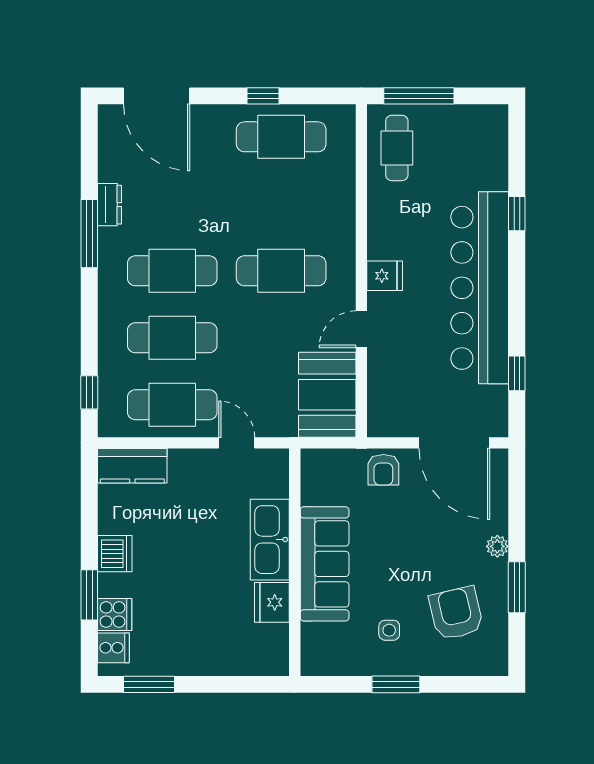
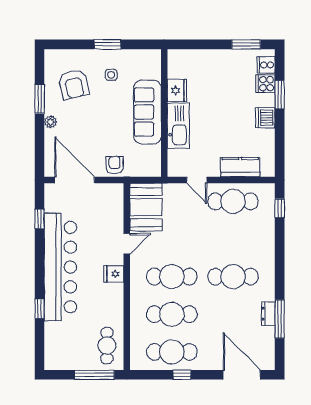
window: (89, 234) -> (280, 319), moved
cafe table: (172, 338) -> (172, 314), moved
kitchen counter: (132, 466) -> (240, 167), moved

